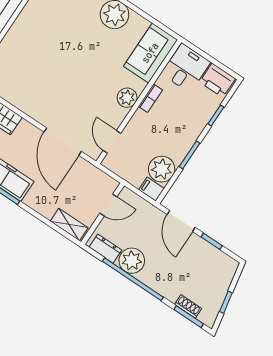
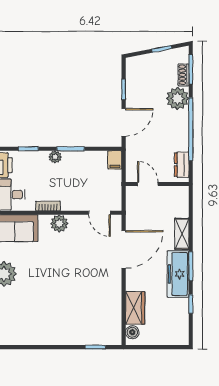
door: (112, 142) -> (100, 213), hinge flipped
plant: (162, 169) -> (55, 157), moved, width x0.53, depth x0.53
shelving: (69, 225) -> (182, 234), moved
plant: (132, 261) -> (178, 98), moved

